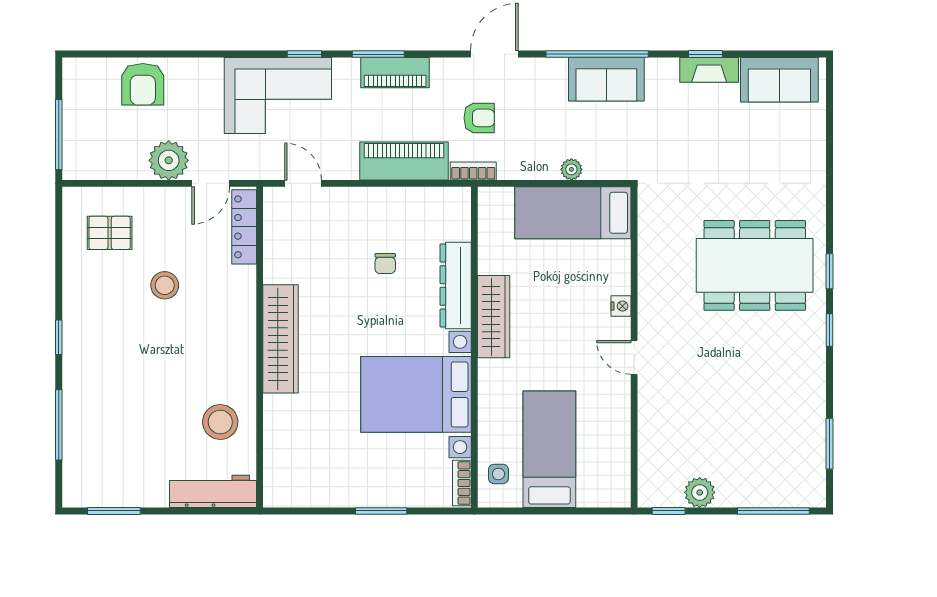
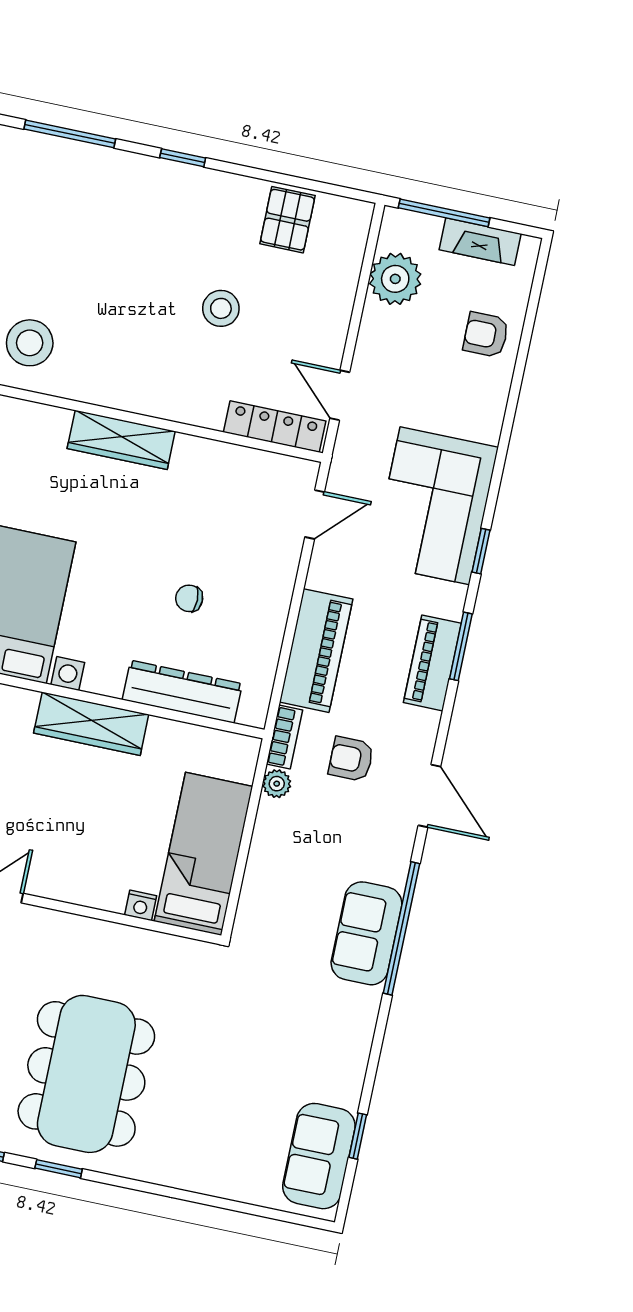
window: (706, 54) -> (358, 1136), moved
fireplace: (709, 70) -> (480, 242), moved, turned -90
armchair: (143, 84) -> (486, 335), width x0.72, depth x0.72
armchair: (479, 118) -> (351, 759), turned 90
plant: (169, 160) -> (395, 279), moved
plant: (571, 169) -> (277, 784), moved
pallet: (110, 233) -> (287, 220), moved
dresser: (456, 286) -> (182, 692), moved
nightstand: (621, 306) -> (141, 905), moved
wardrobe: (281, 339) -> (121, 440), width x0.71, depth x0.85

